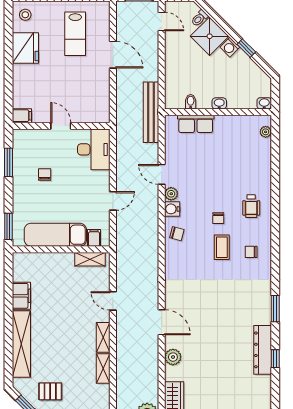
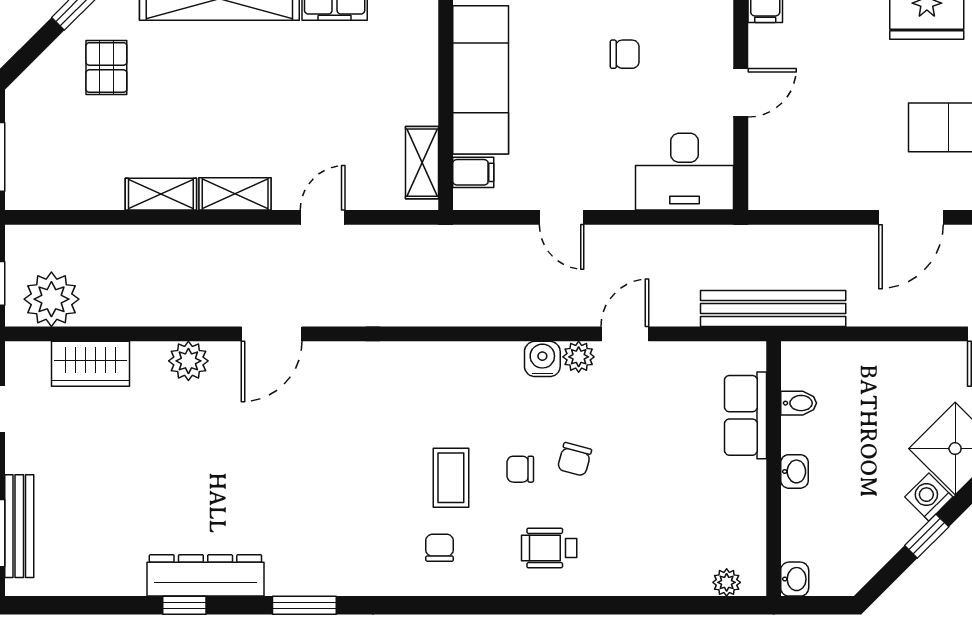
chair: (177, 234) -> (574, 459), moved
coffee table: (222, 247) -> (451, 478), turned 90

